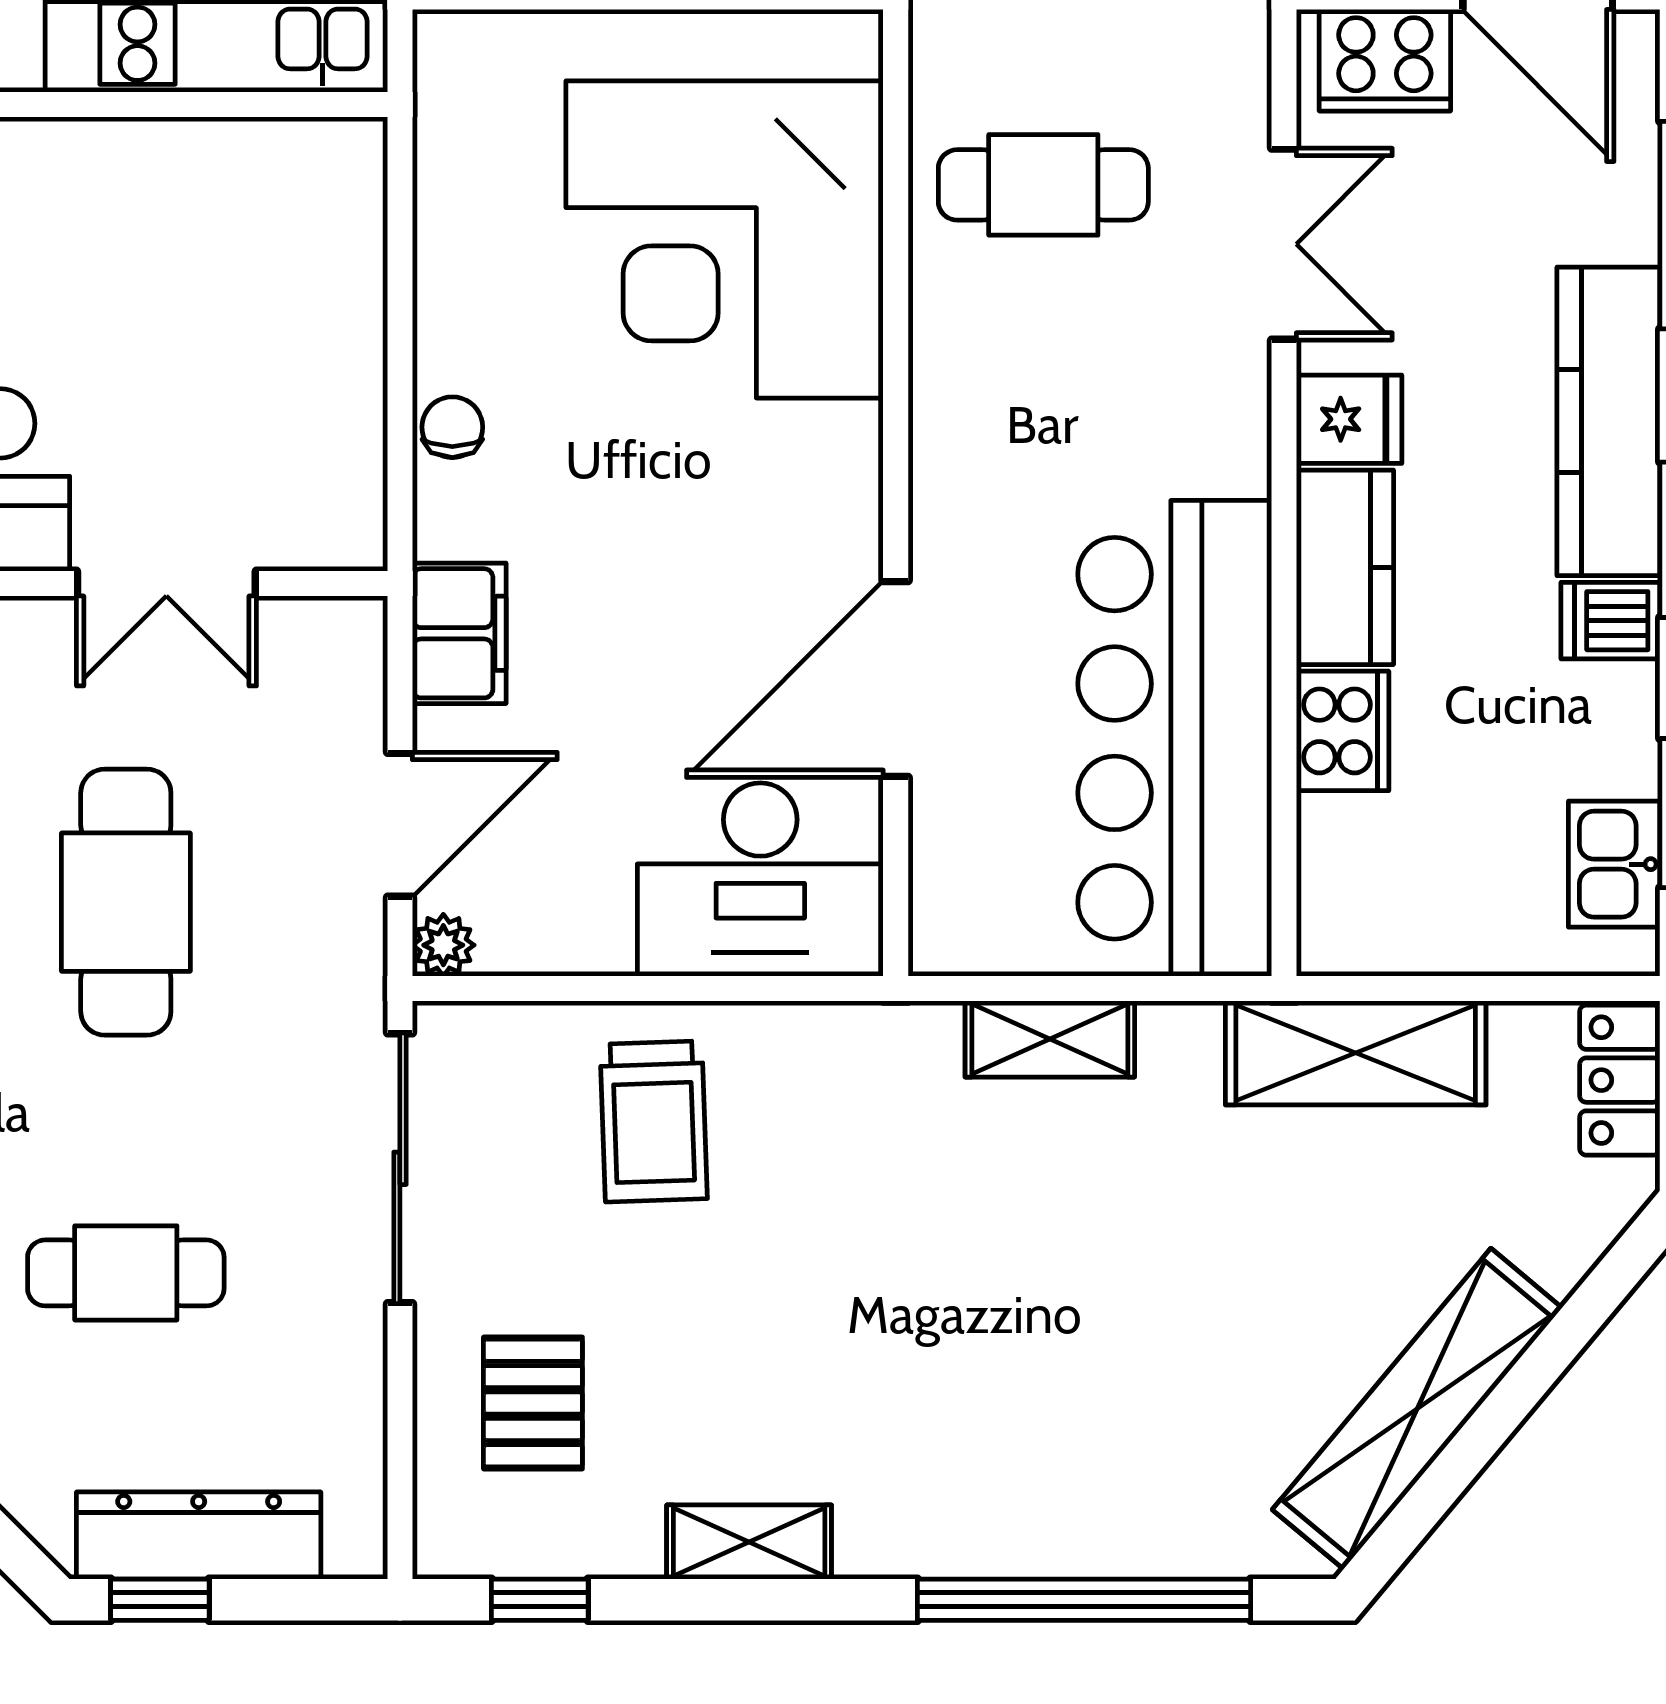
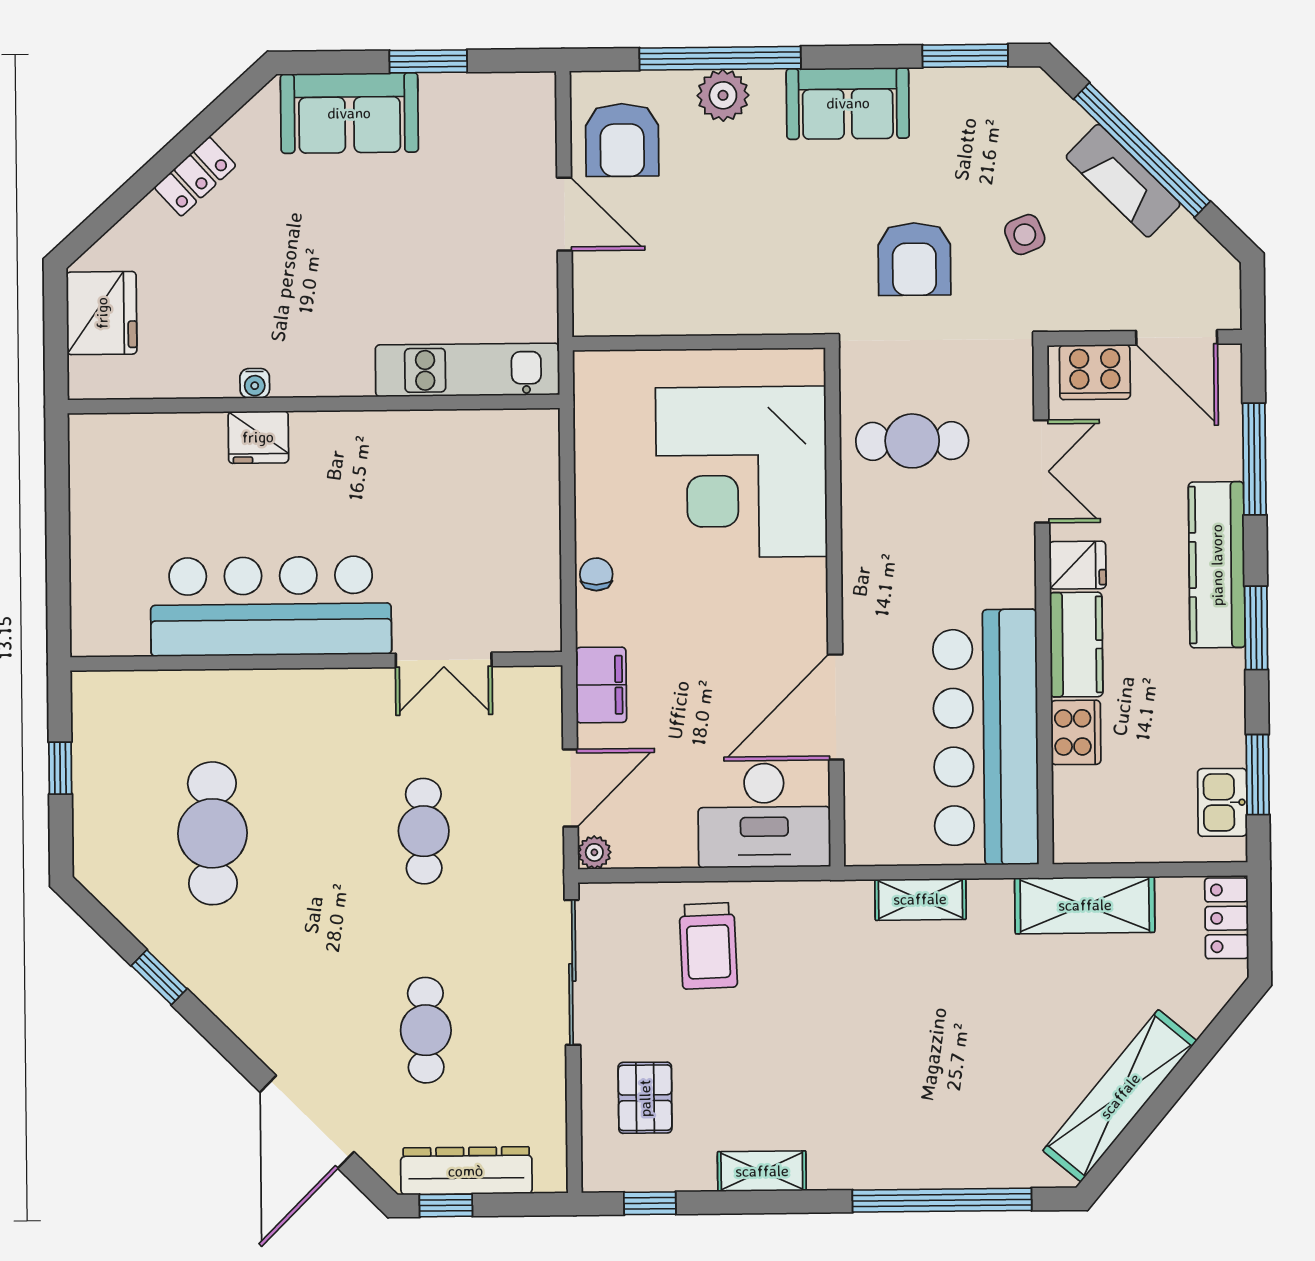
dishwasher: (1610, 621) -> (1219, 672), removed
cafe table: (126, 902) -> (424, 831), width x0.73, depth x0.74
cafe table: (126, 1273) -> (426, 1030), turned 90

